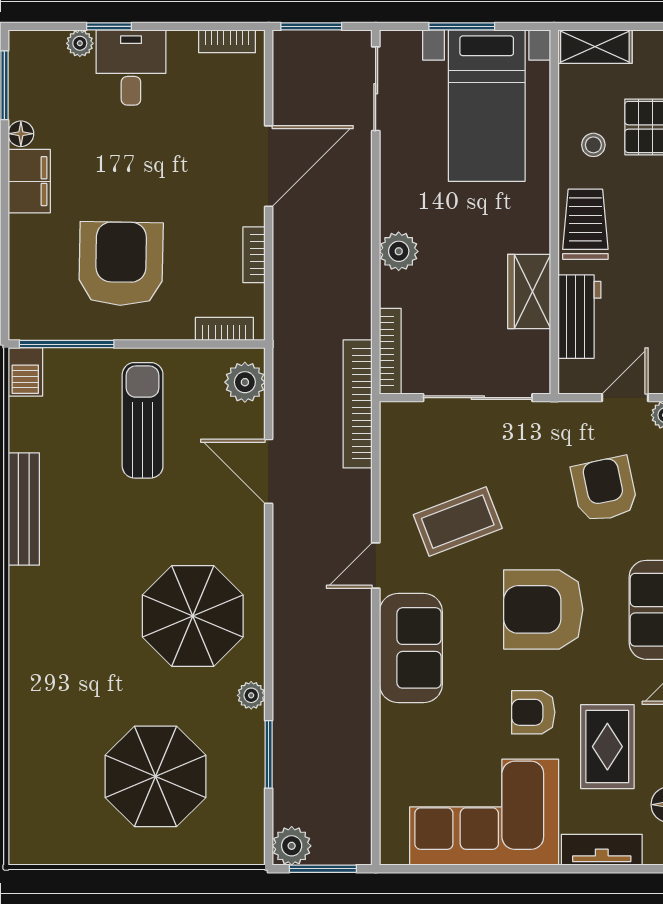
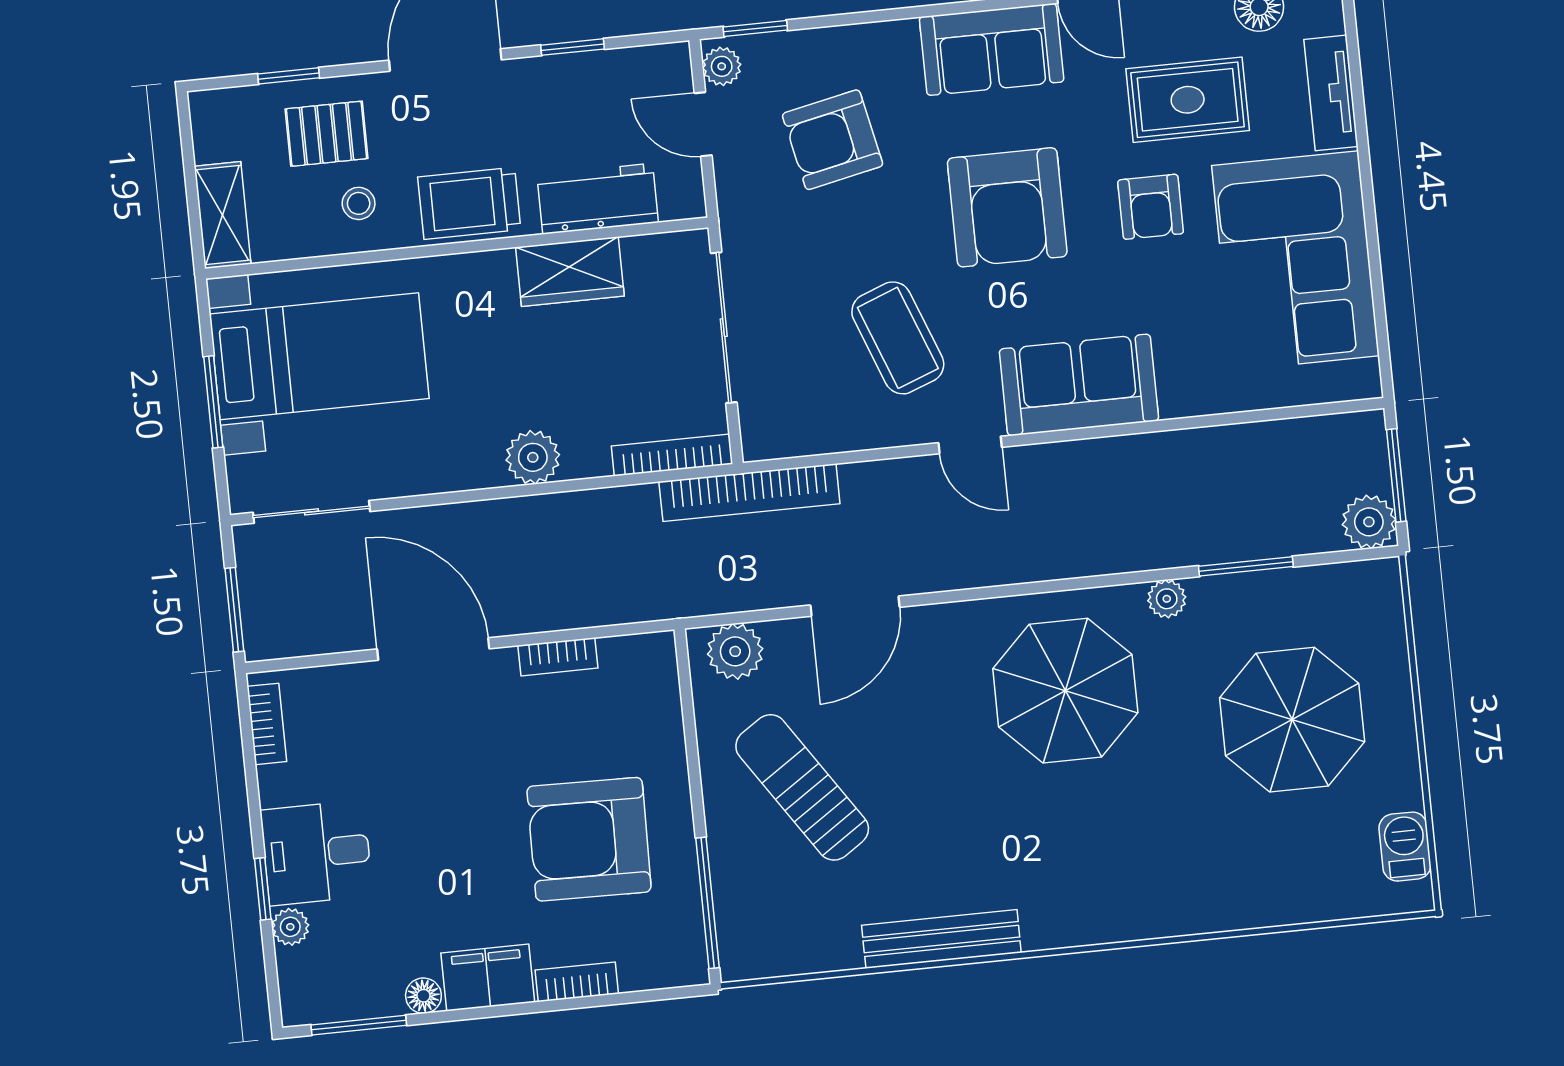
bookcase: (224, 329) -> (577, 982), moved, turned 90
barbecue: (25, 372) -> (1405, 847), moved, turned -90
sun lounger: (143, 420) -> (802, 787), turned 56

